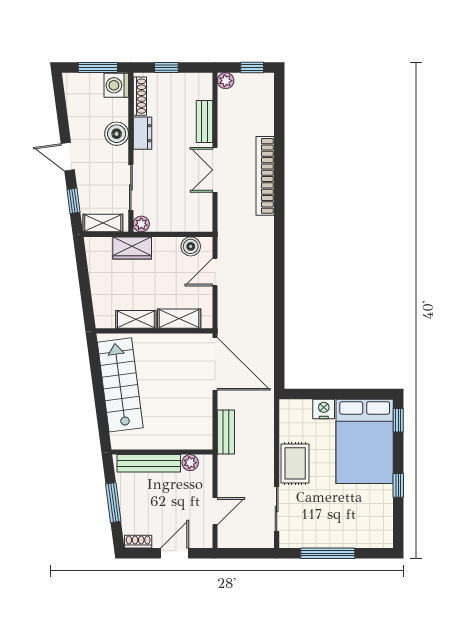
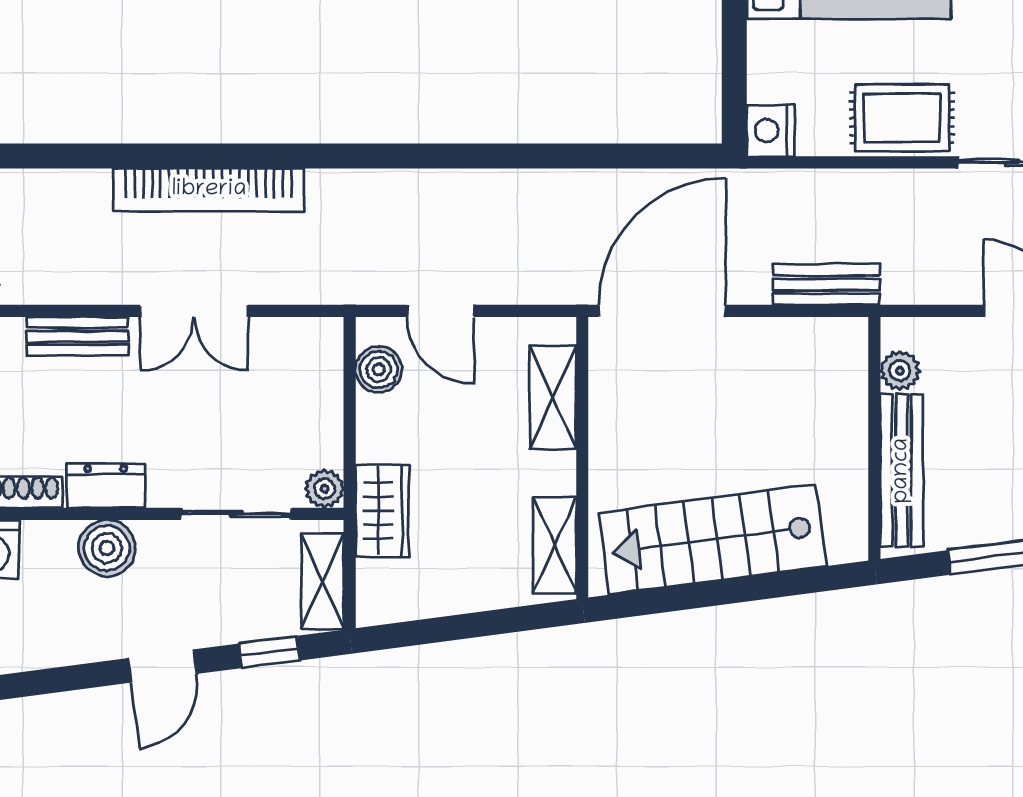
shelving: (136, 319) -> (555, 545), moved
nightstand: (324, 409) -> (770, 131), moved

